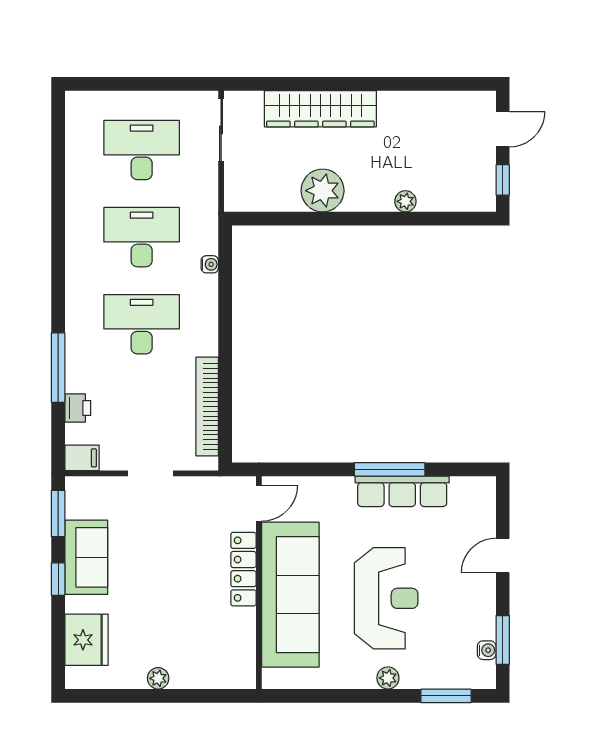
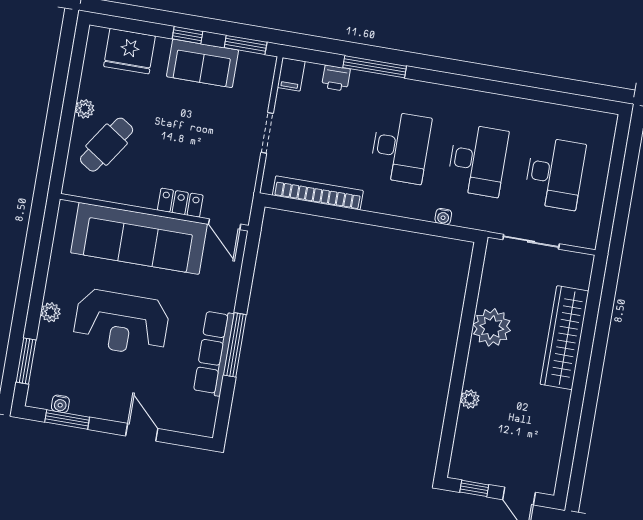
sliding door: (221, 130) -> (531, 242), moved
locker: (243, 569) -> (180, 203), width x0.66
cafe table: (193, 648) -> (107, 145), added

